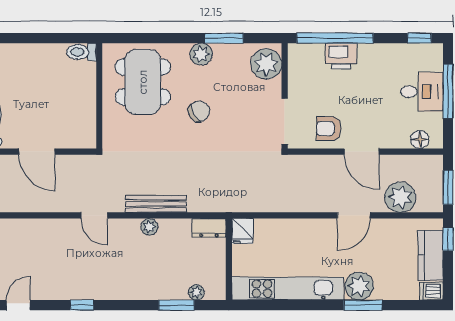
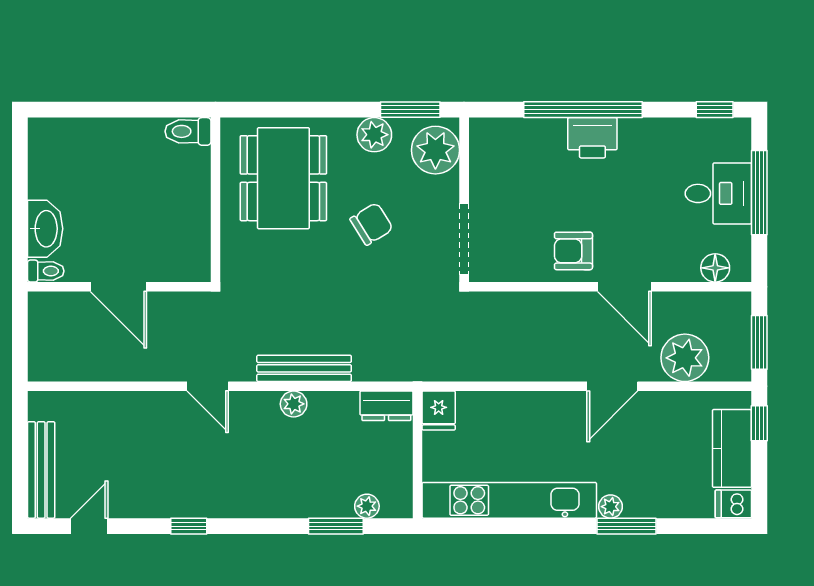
plant: (266, 64) -> (435, 150), moved
wall: (285, 96) -> (464, 200), moved
doorway: (285, 121) -> (464, 239), moved
plant: (359, 286) -> (611, 507), width x0.53, depth x0.53

